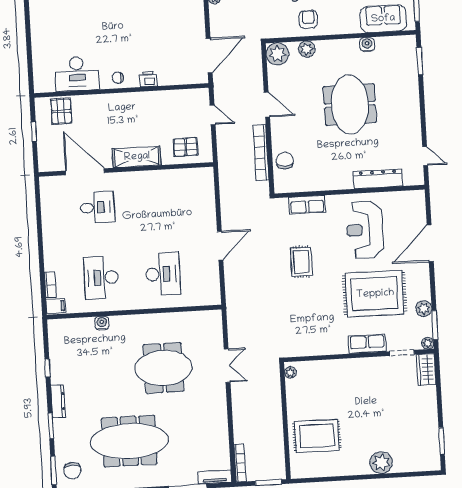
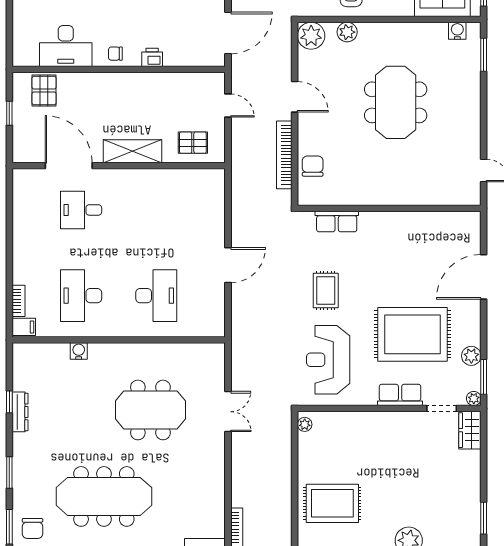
water cooler: (367, 44) -> (457, 31), moved
dresser: (378, 179) -> (425, 195), removed
desk: (97, 207) -> (81, 210), turned 180
reception desk: (365, 230) -> (328, 360), moved
dresser: (58, 401) -> (20, 412), moved

